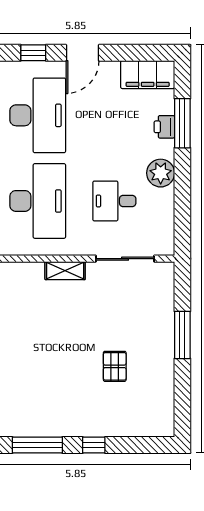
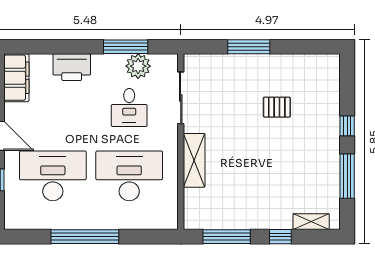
window: (182, 123) -> (126, 47), moved
printer: (164, 127) -> (72, 67), width x1.87, depth x1.48
plant: (161, 173) -> (138, 66), moved
shelving: (65, 271) -> (194, 160), width x1.50, depth x1.33

